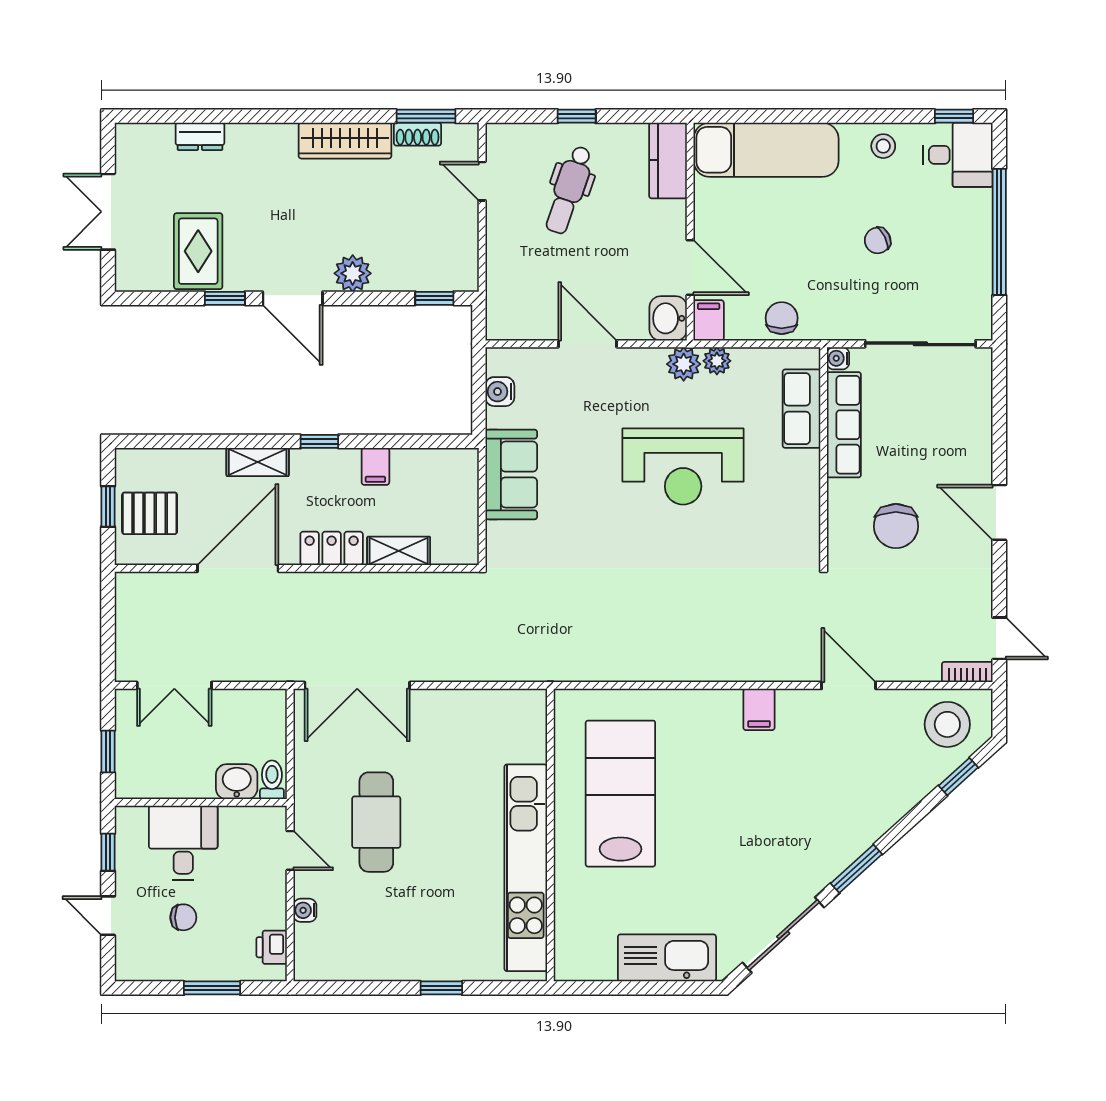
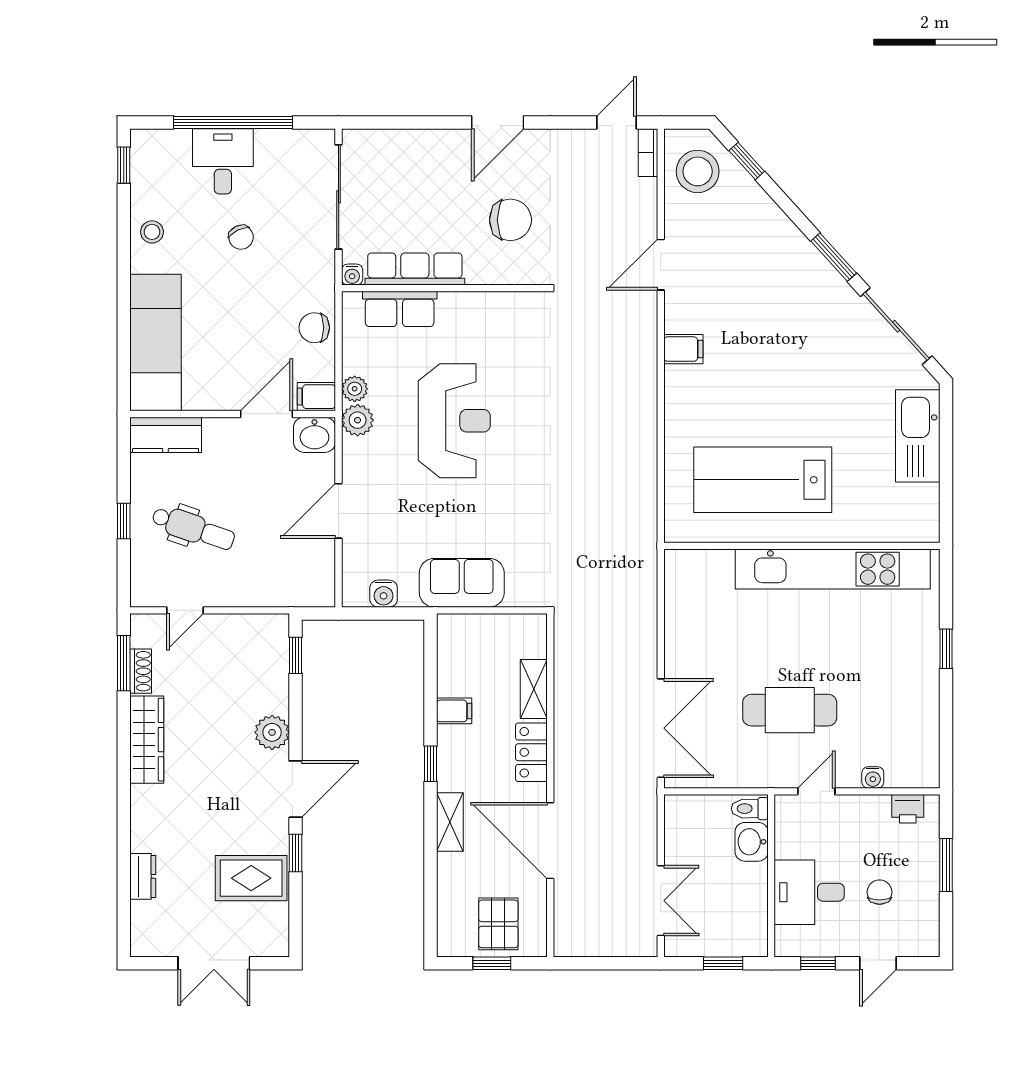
desk: (958, 155) -> (223, 161), moved

